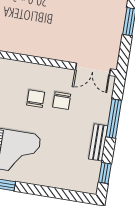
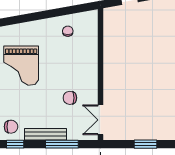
chair: (36, 99) -> (11, 127), moved
bench: (98, 142) -> (45, 134), width x1.36

